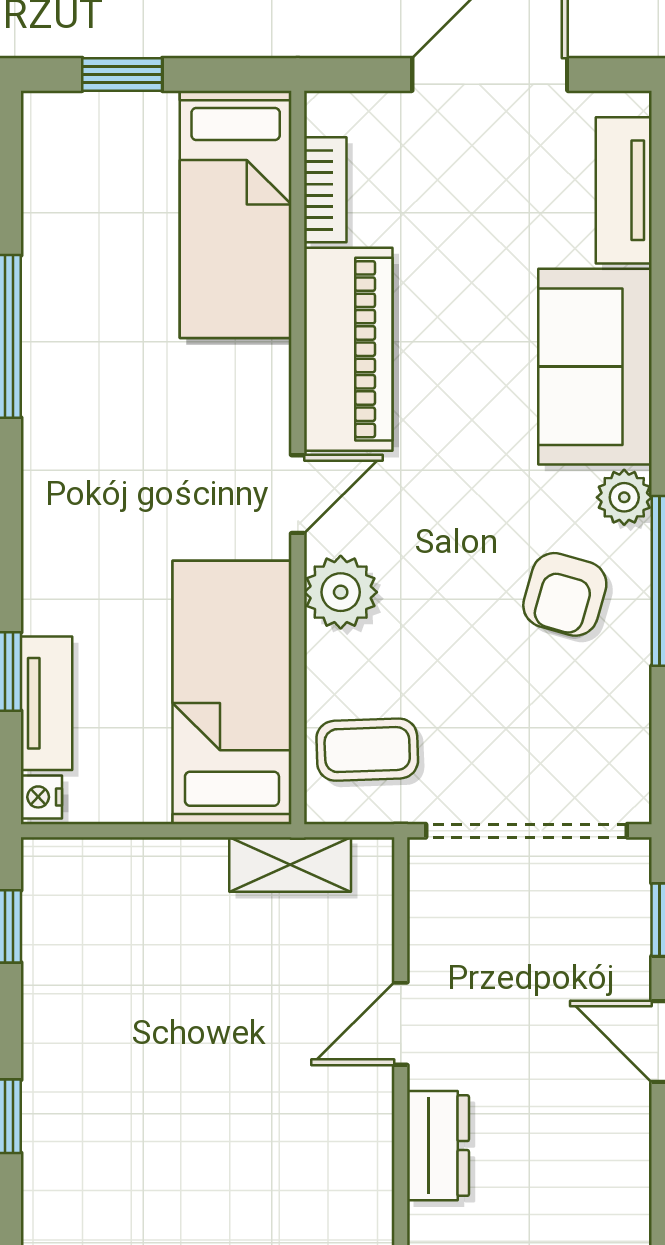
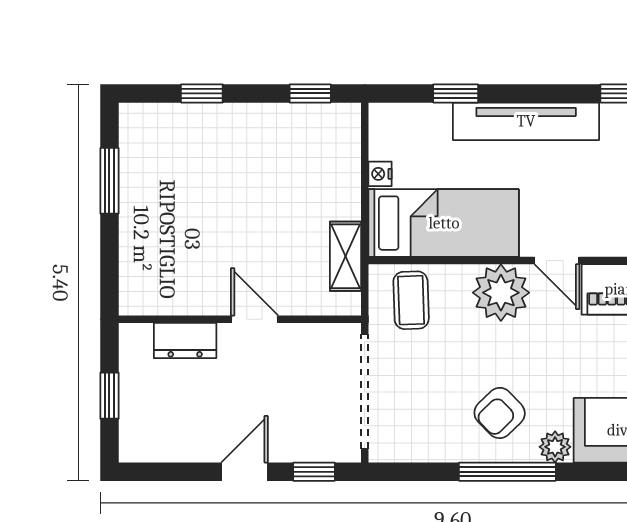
plant: (341, 592) -> (501, 293), width x1.36, depth x1.36
armchair: (565, 594) -> (500, 413), turned -60
tv unit: (46, 703) -> (526, 121), moved, width x1.92, depth x1.29
nightstand: (41, 797) -> (380, 174), moved, turned -90

